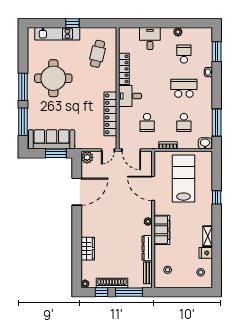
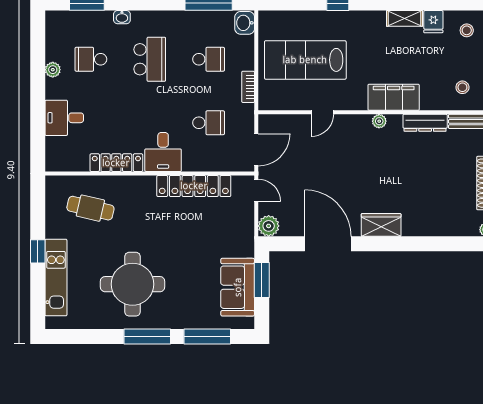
school desk: (184, 88) -> (150, 59), turned 180
sofa: (52, 139) -> (238, 287), width x0.73
door: (153, 188) -> (322, 112), width x0.53
wardrobe: (88, 249) -> (381, 225), moved

